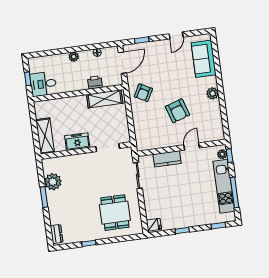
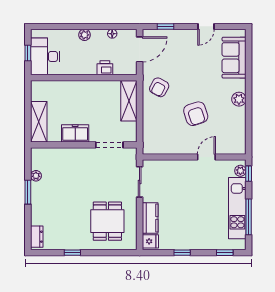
desk: (43, 84) -> (45, 56), width x1.37
shelving: (105, 99) -> (129, 101), moved, turned 90
kitchen counter: (167, 159) -> (150, 218), moved, turned -90
plant: (53, 182) -> (36, 176), width x0.53, depth x0.53

